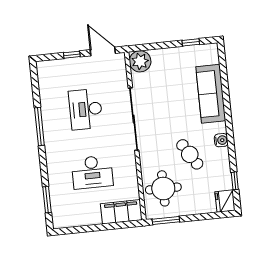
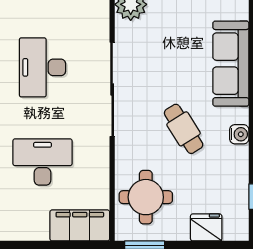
cafe table: (190, 154) -> (184, 129), moved
desk: (92, 172) -> (42, 162), turned 180
fridge: (225, 201) -> (206, 227), moved, turned 90

